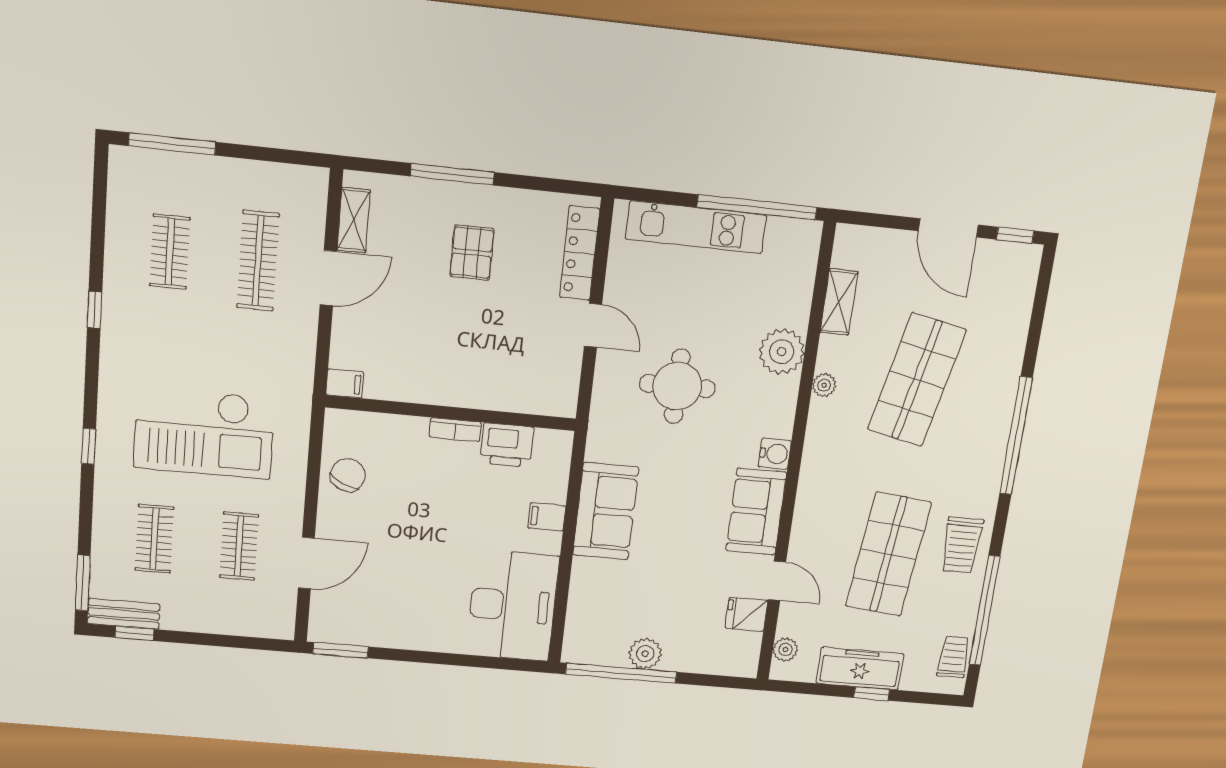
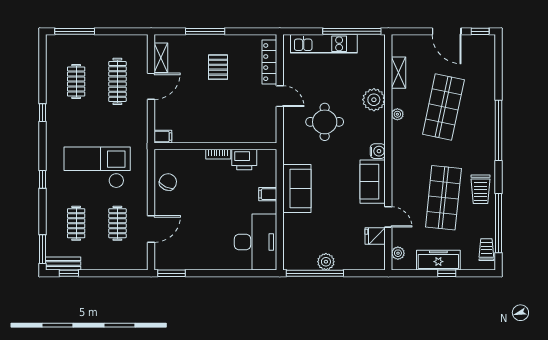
checkout: (204, 433) -> (97, 167), turned 180

